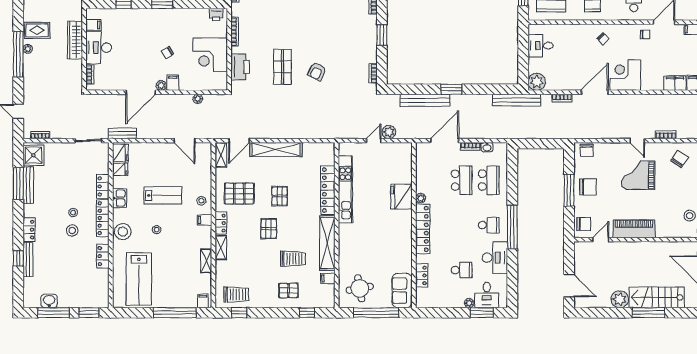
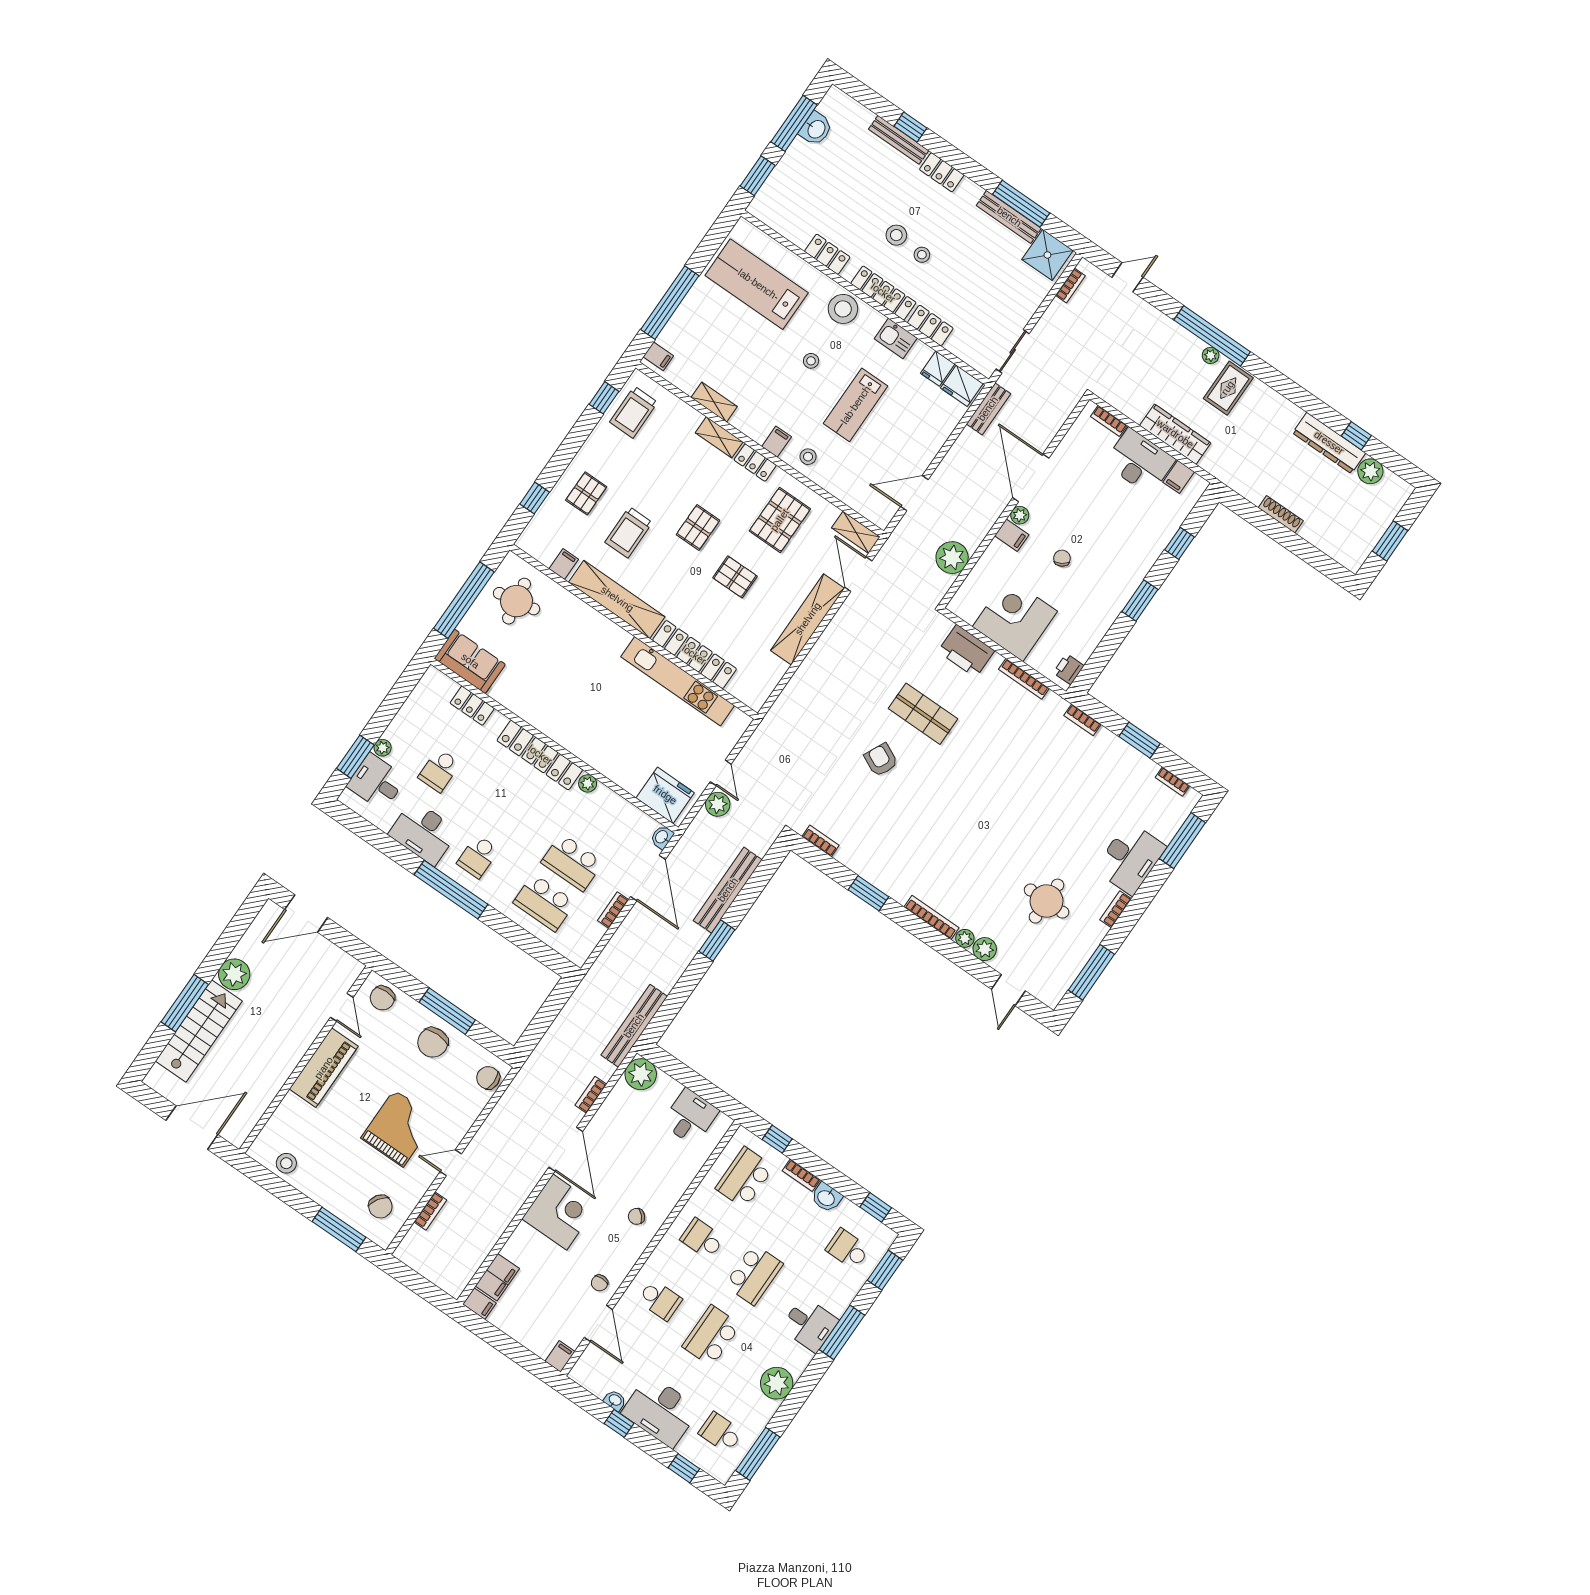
plant: (198, 99) -> (952, 558), width x1.88, depth x1.88
washbasin: (487, 147) -> (662, 837), moved
fridge: (401, 196) -> (665, 795), moved
pallet: (269, 229) -> (698, 527), turned 90

